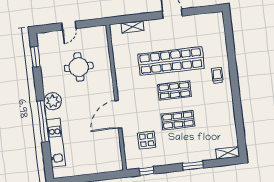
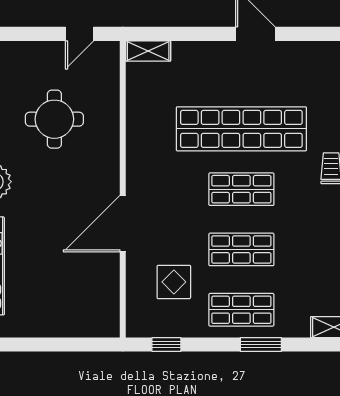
door: (69, 26) -> (80, 34), moved
shelving: (132, 27) -> (148, 51), moved
shop shelf: (181, 150) -> (241, 310), added

